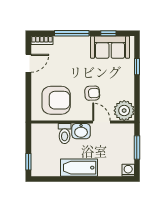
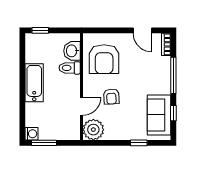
washbasin: (81, 131) -> (72, 51), moved
window: (137, 148) -> (44, 143), moved

